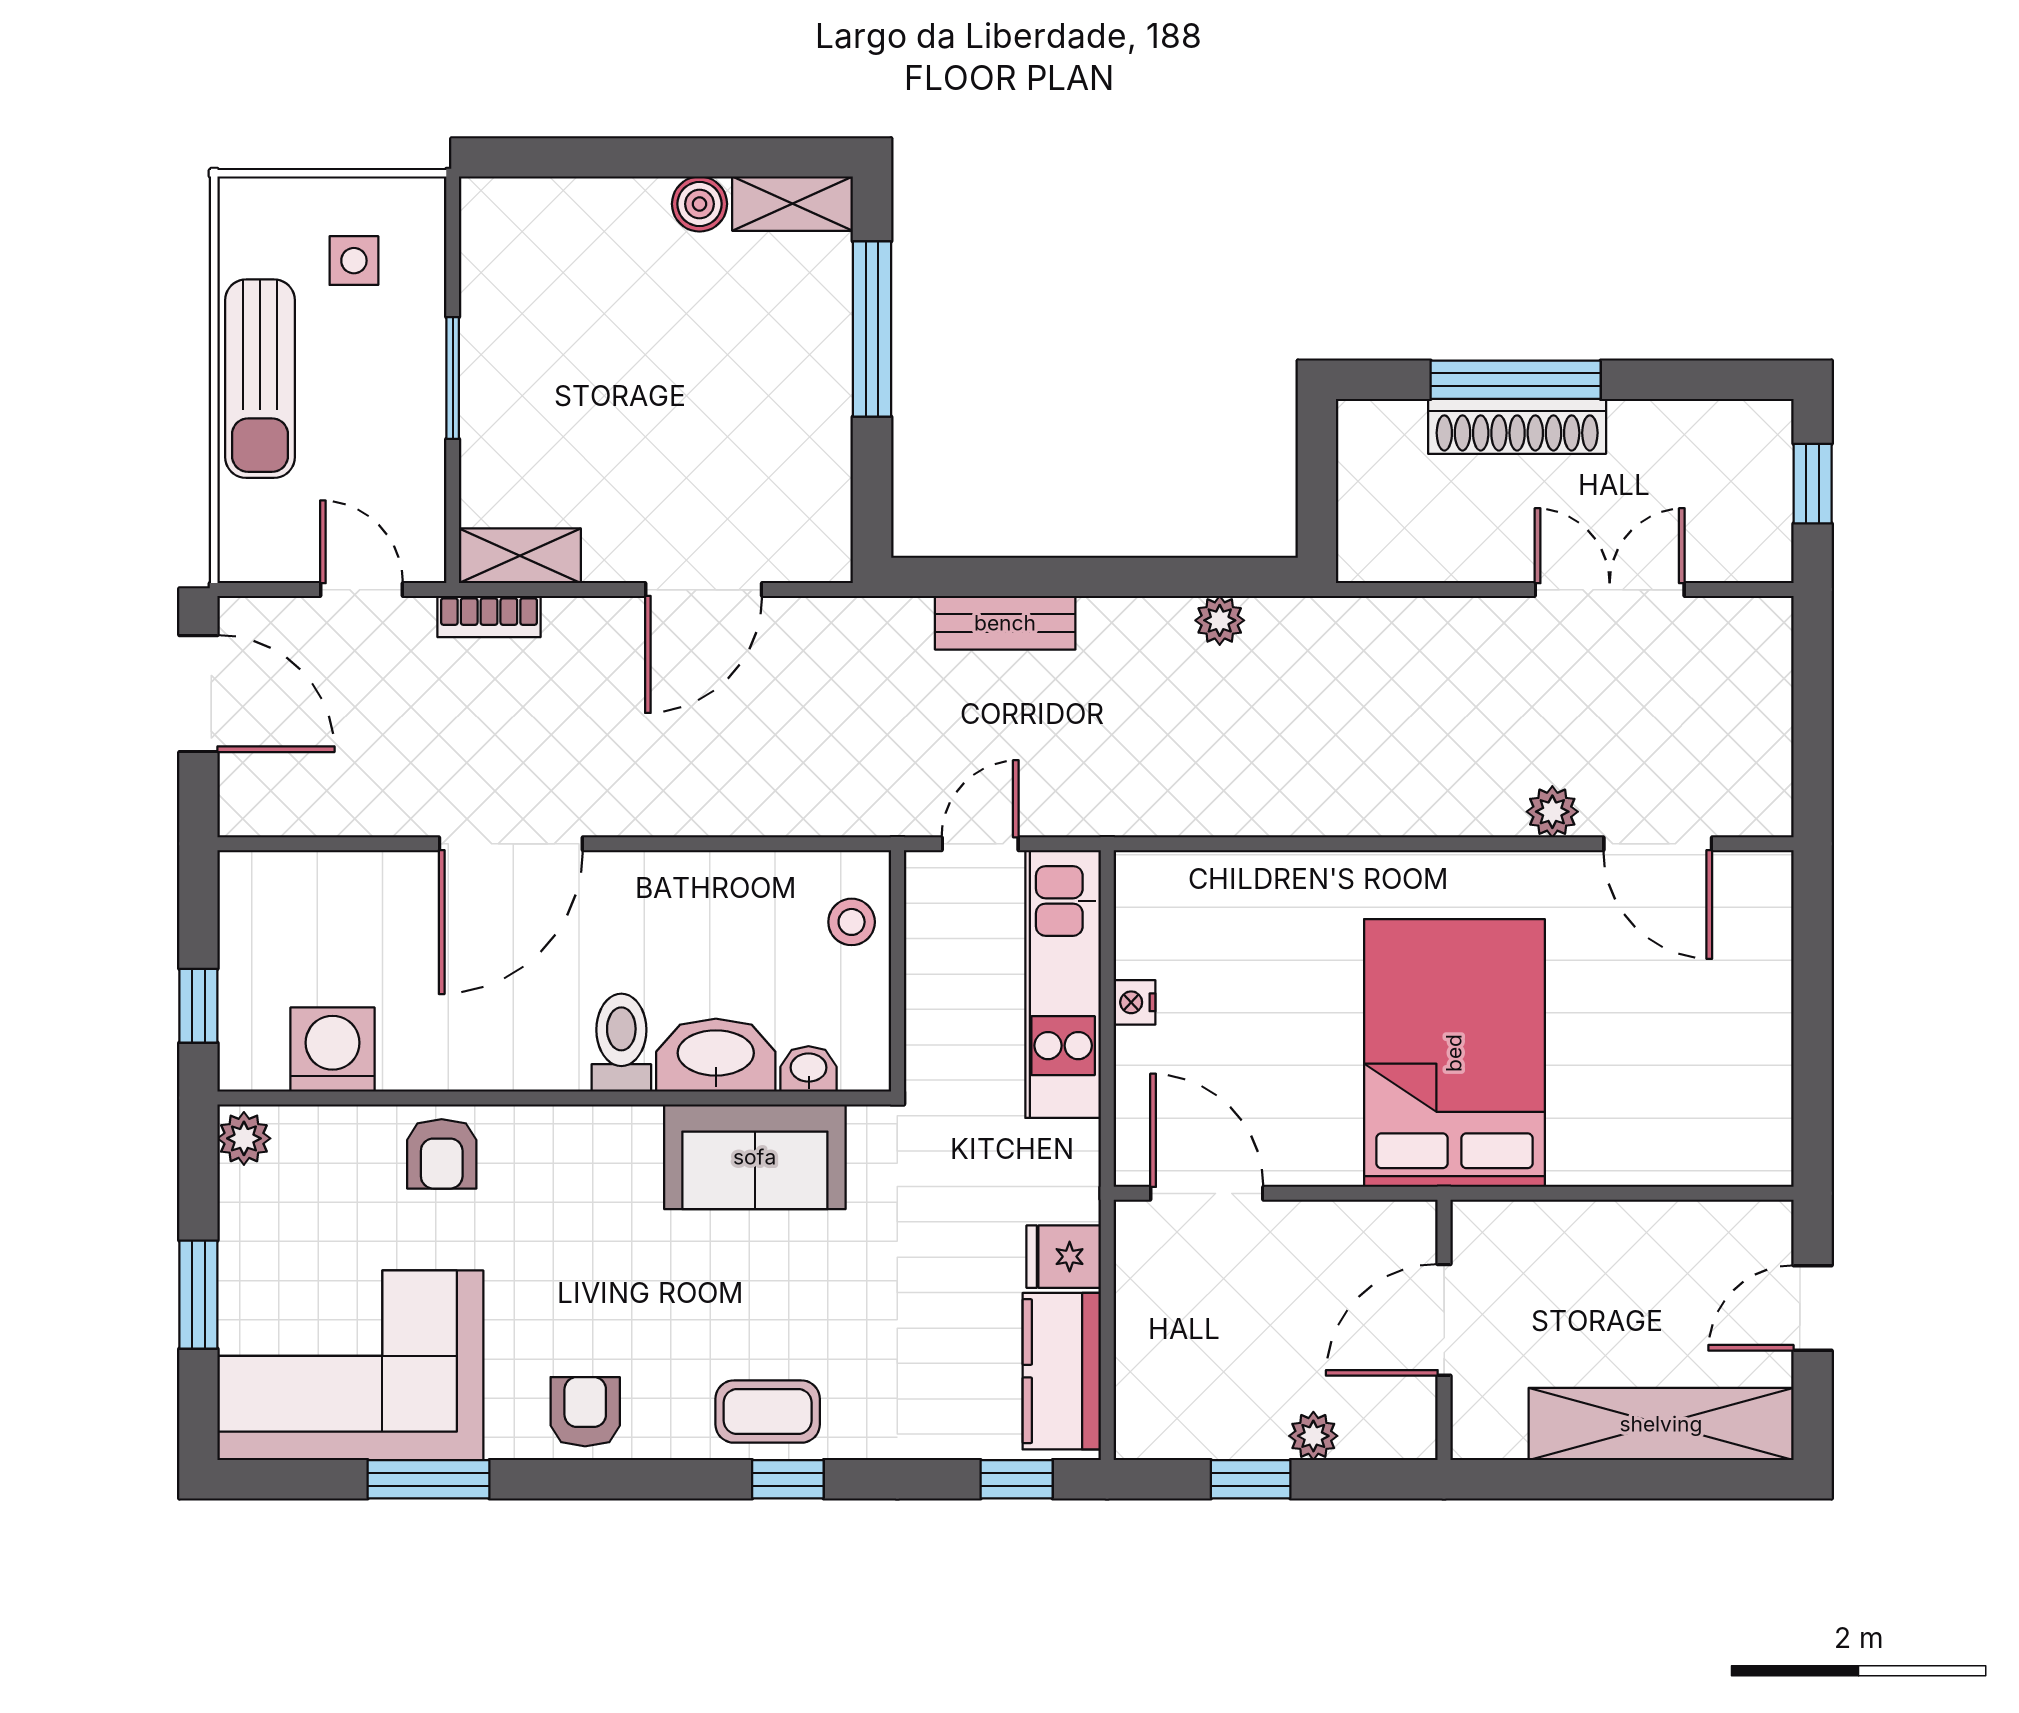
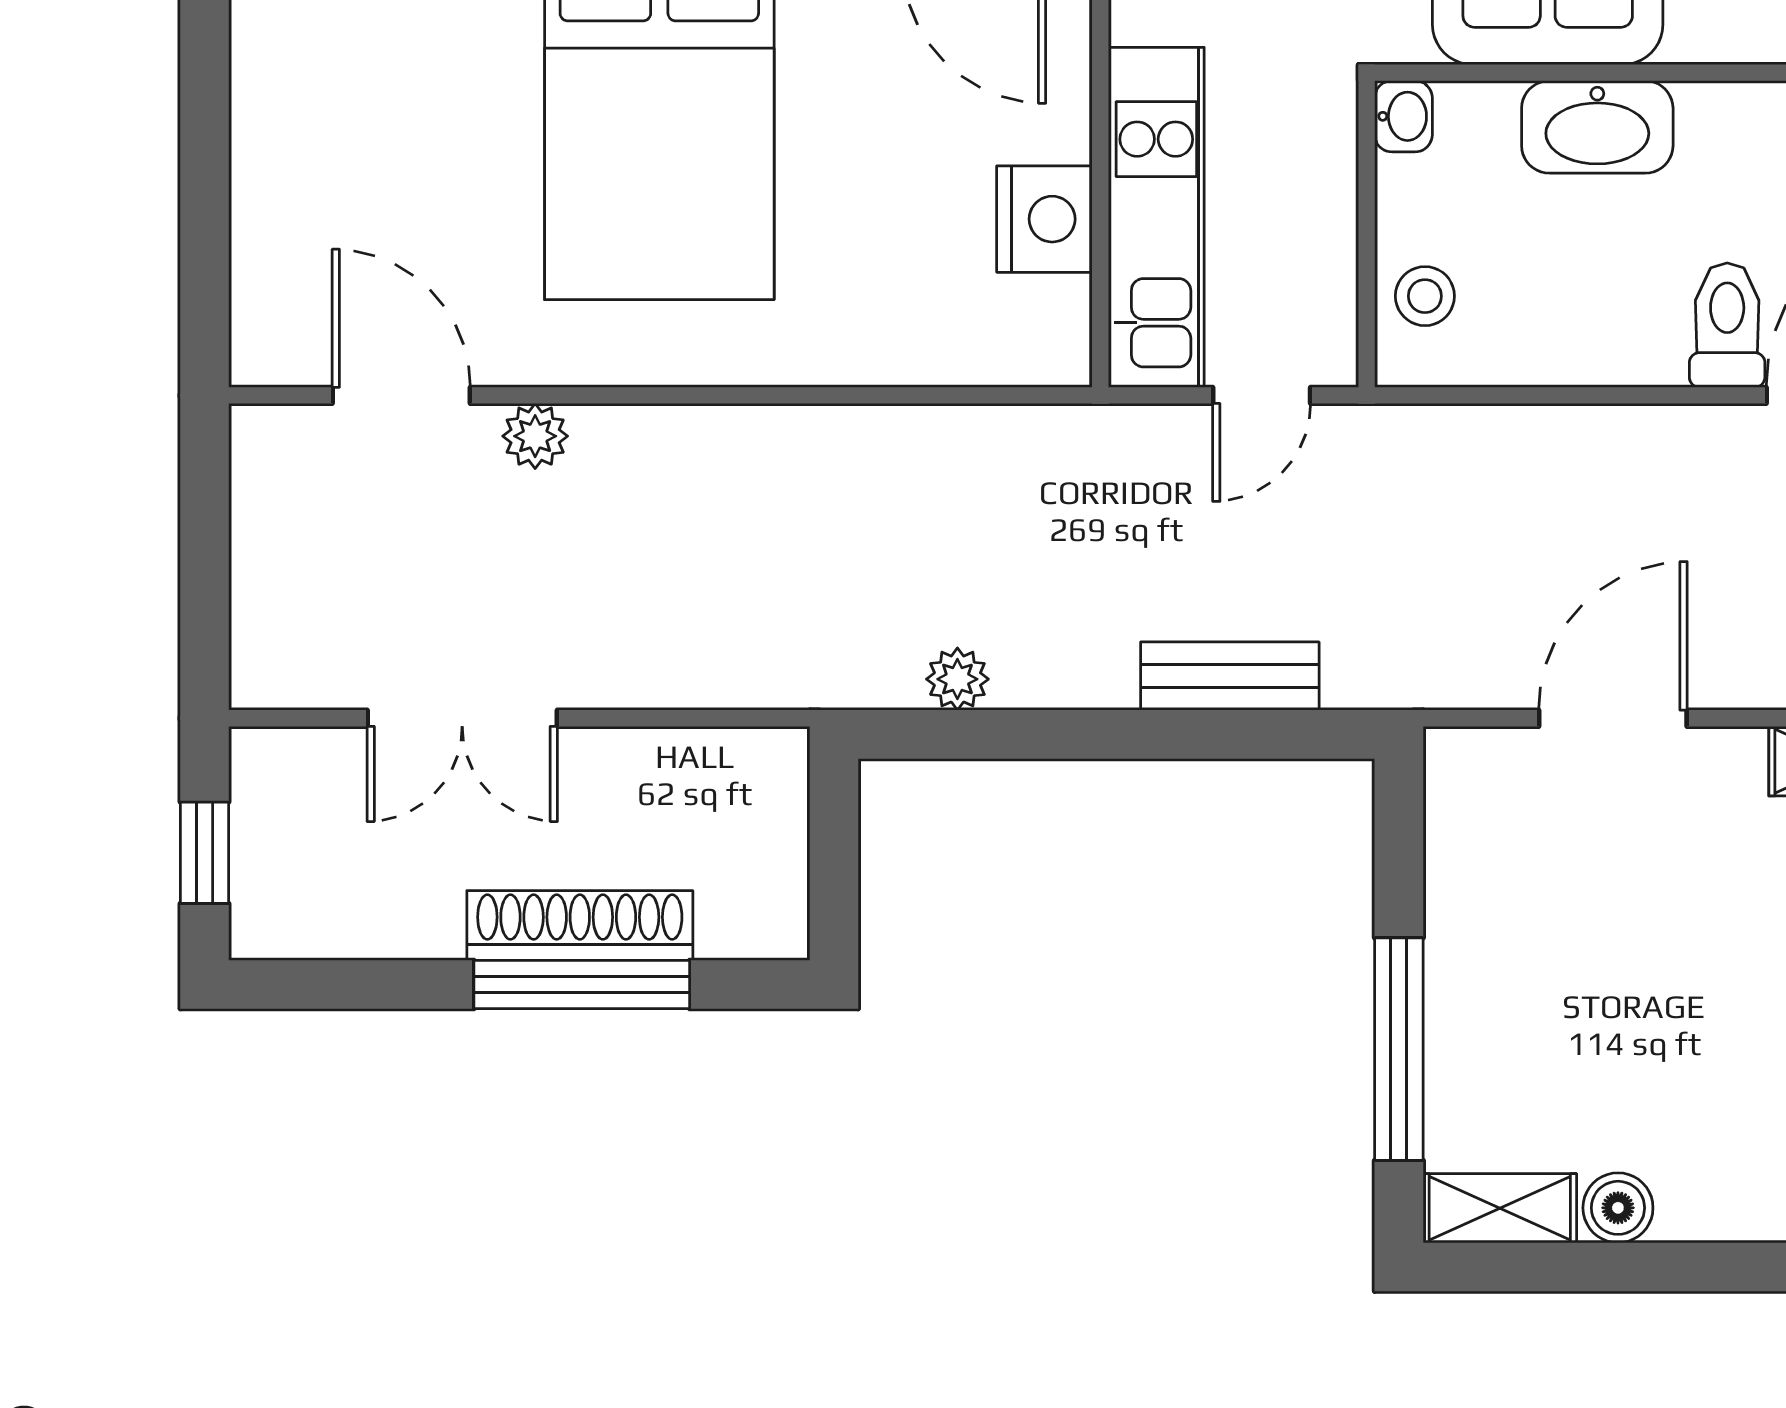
nightstand: (1135, 1002) -> (1044, 219), width x1.89, depth x1.79
toilet: (621, 1043) -> (1727, 325), moved, turned 180
washbasin: (809, 1069) -> (1403, 116), moved, turned -90

